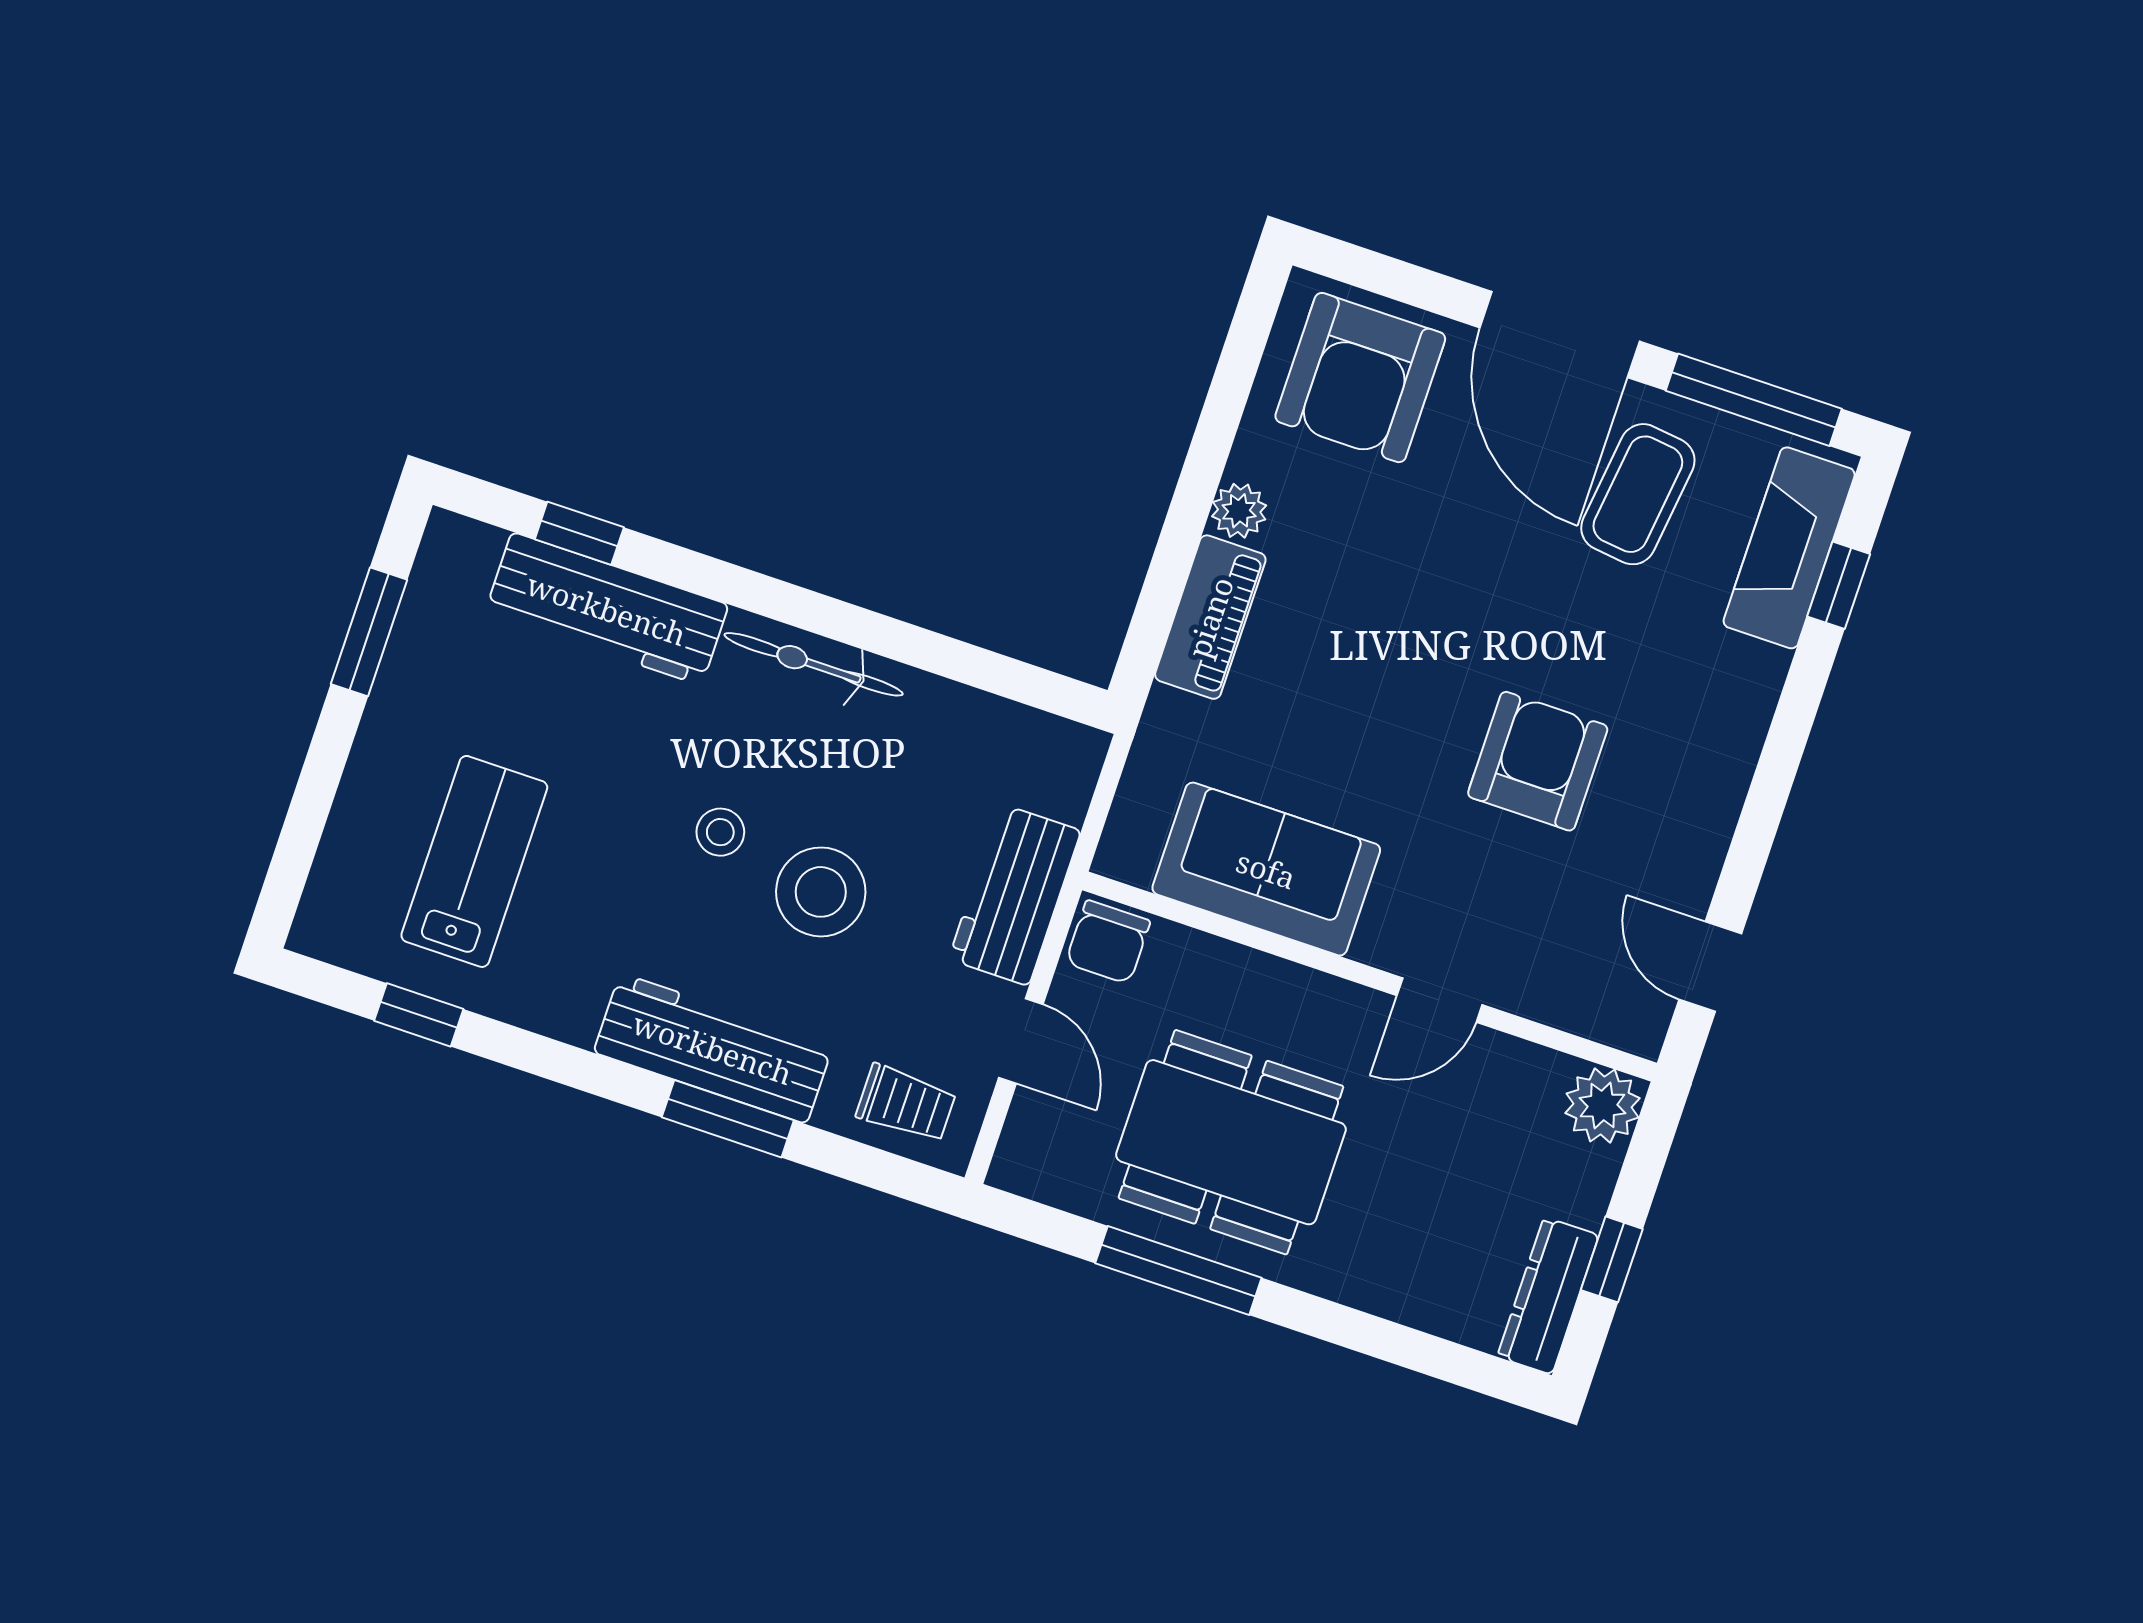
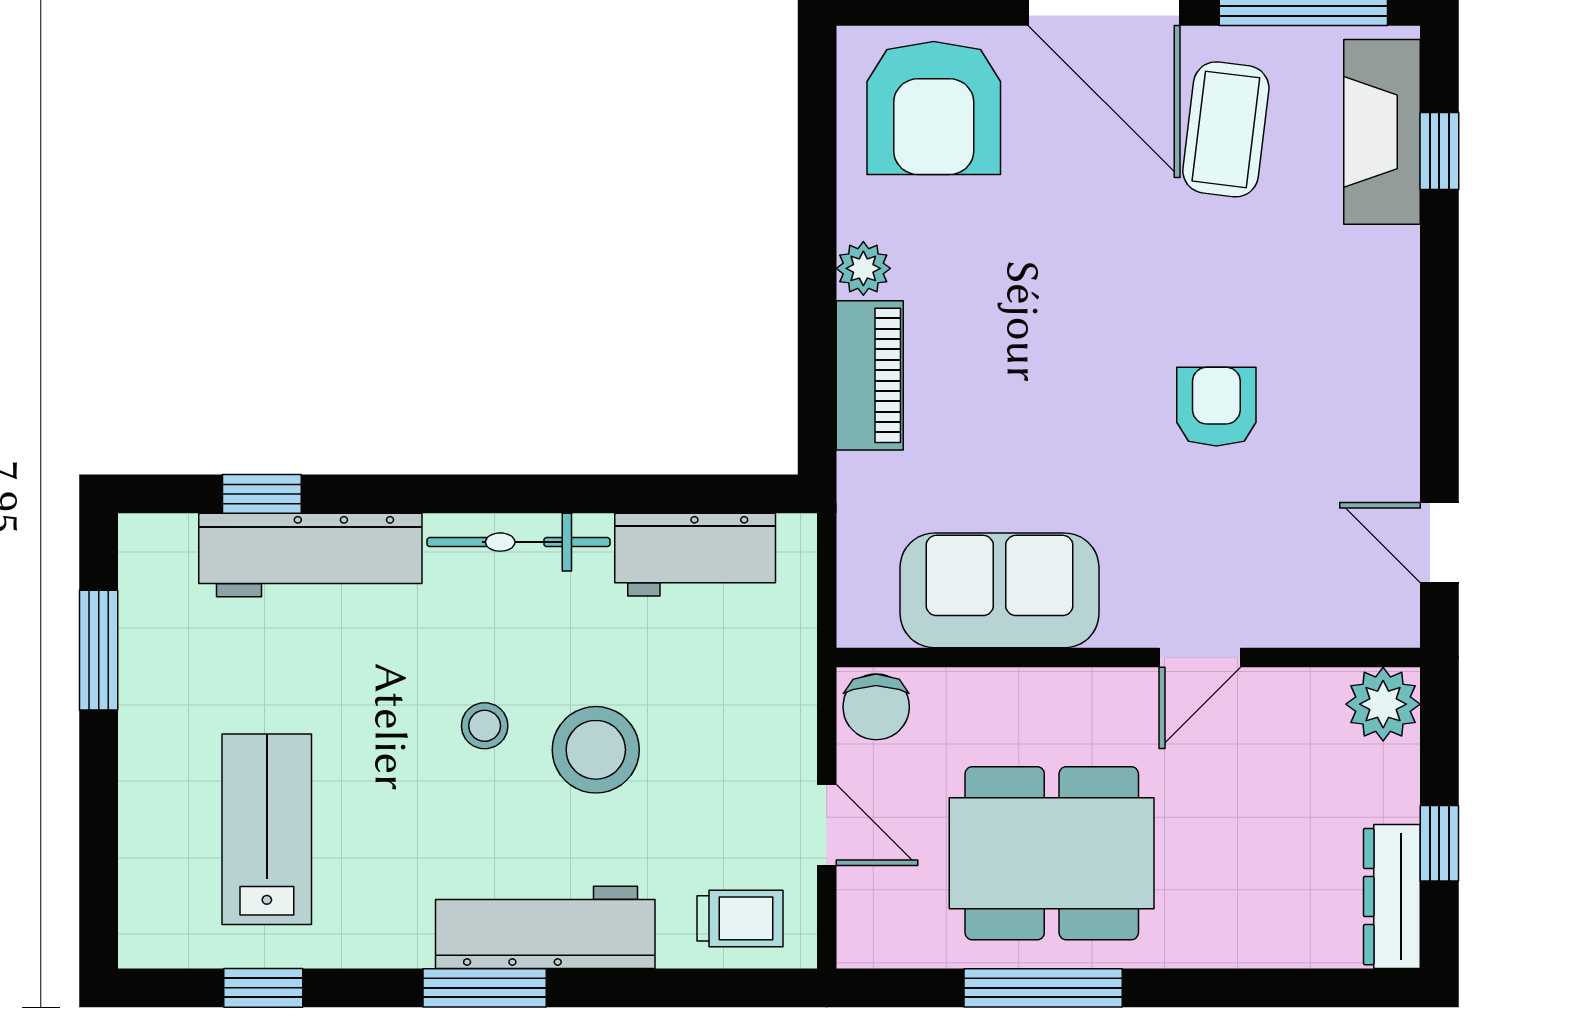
armchair: (1538, 761) -> (1216, 407), width x0.72, depth x0.72
workbench: (1015, 895) -> (695, 555), moved, turned -90
window: (728, 1119) -> (485, 988), moved

